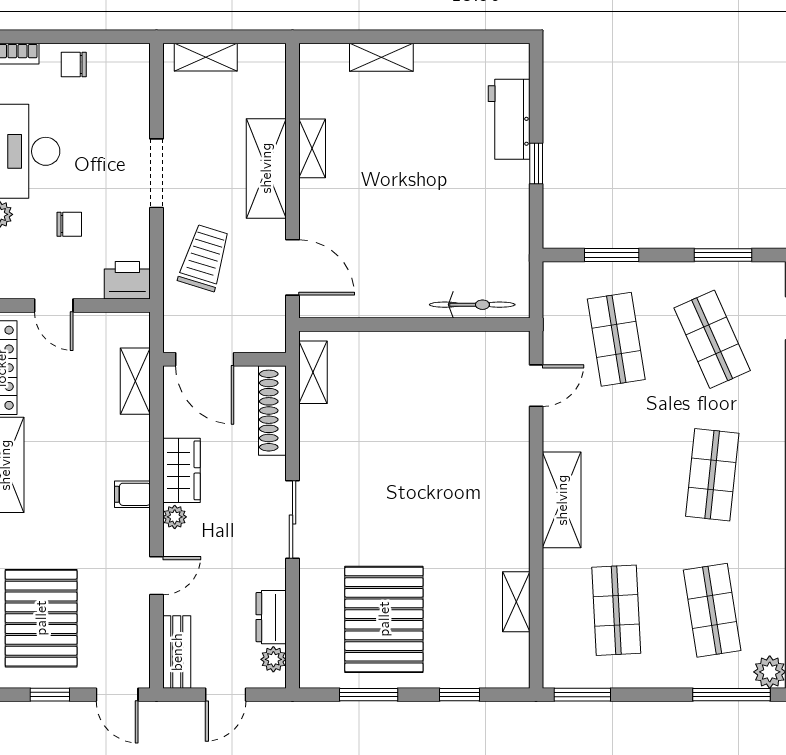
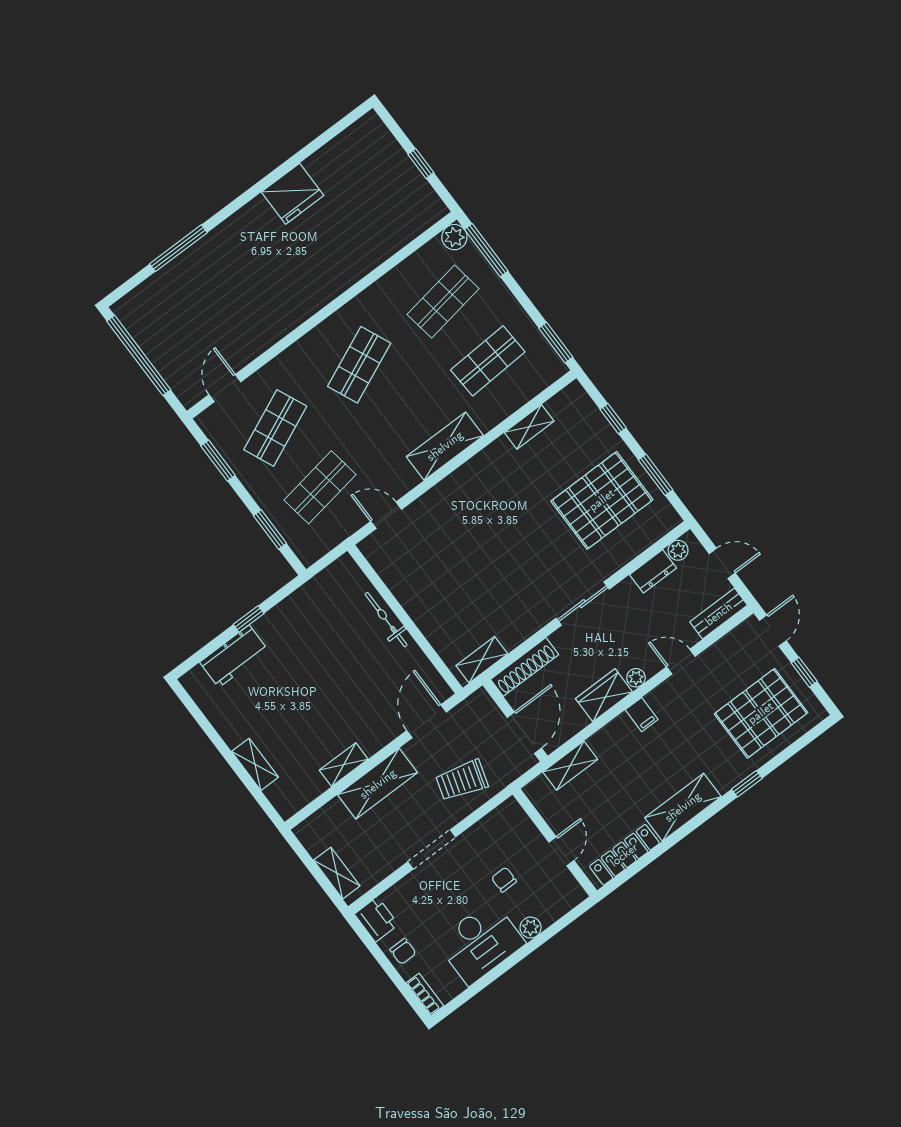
printer: (127, 280) -> (376, 919), moved, turned 180
bicycle: (472, 305) -> (386, 620), moved
shop shelf: (712, 475) -> (359, 365), turned -30

